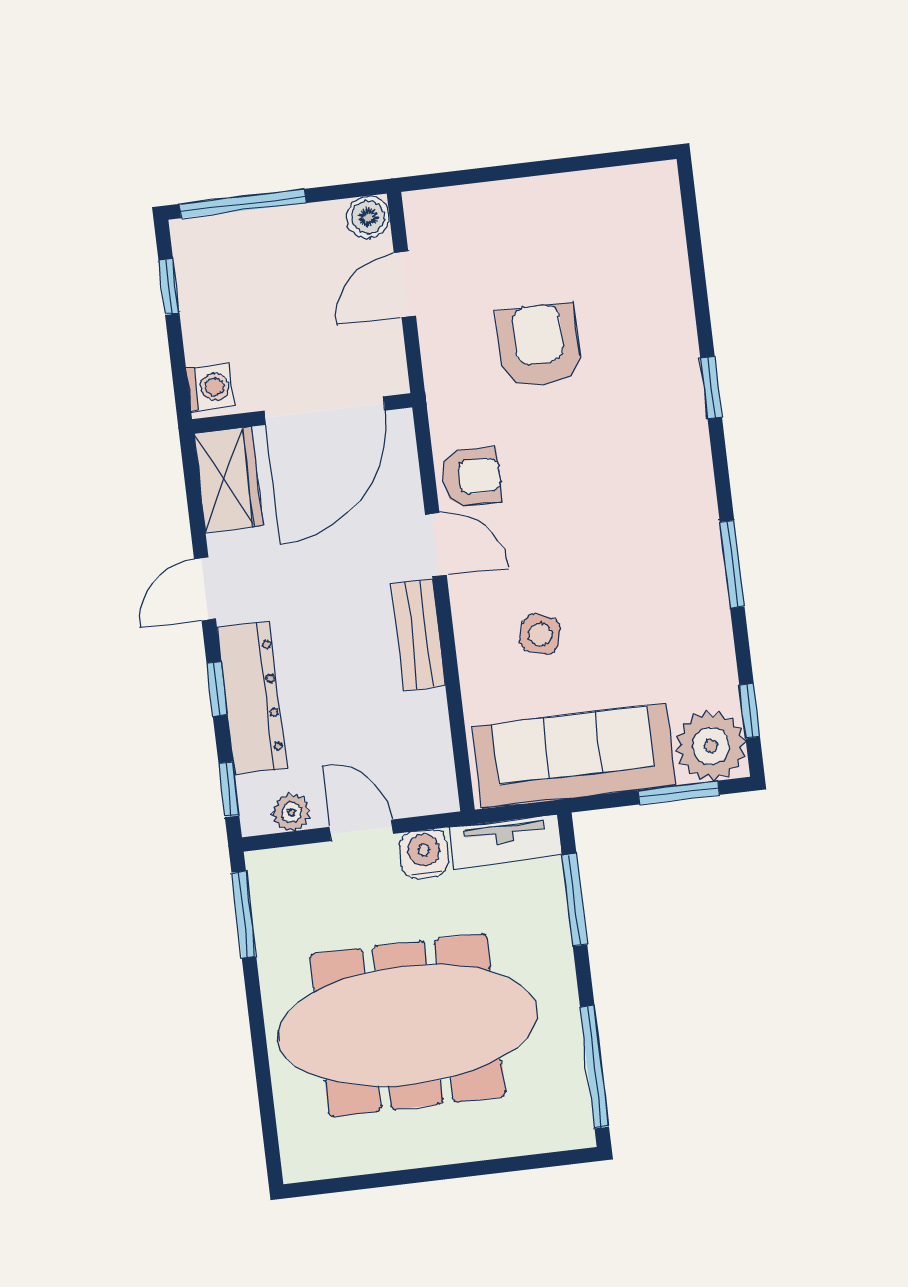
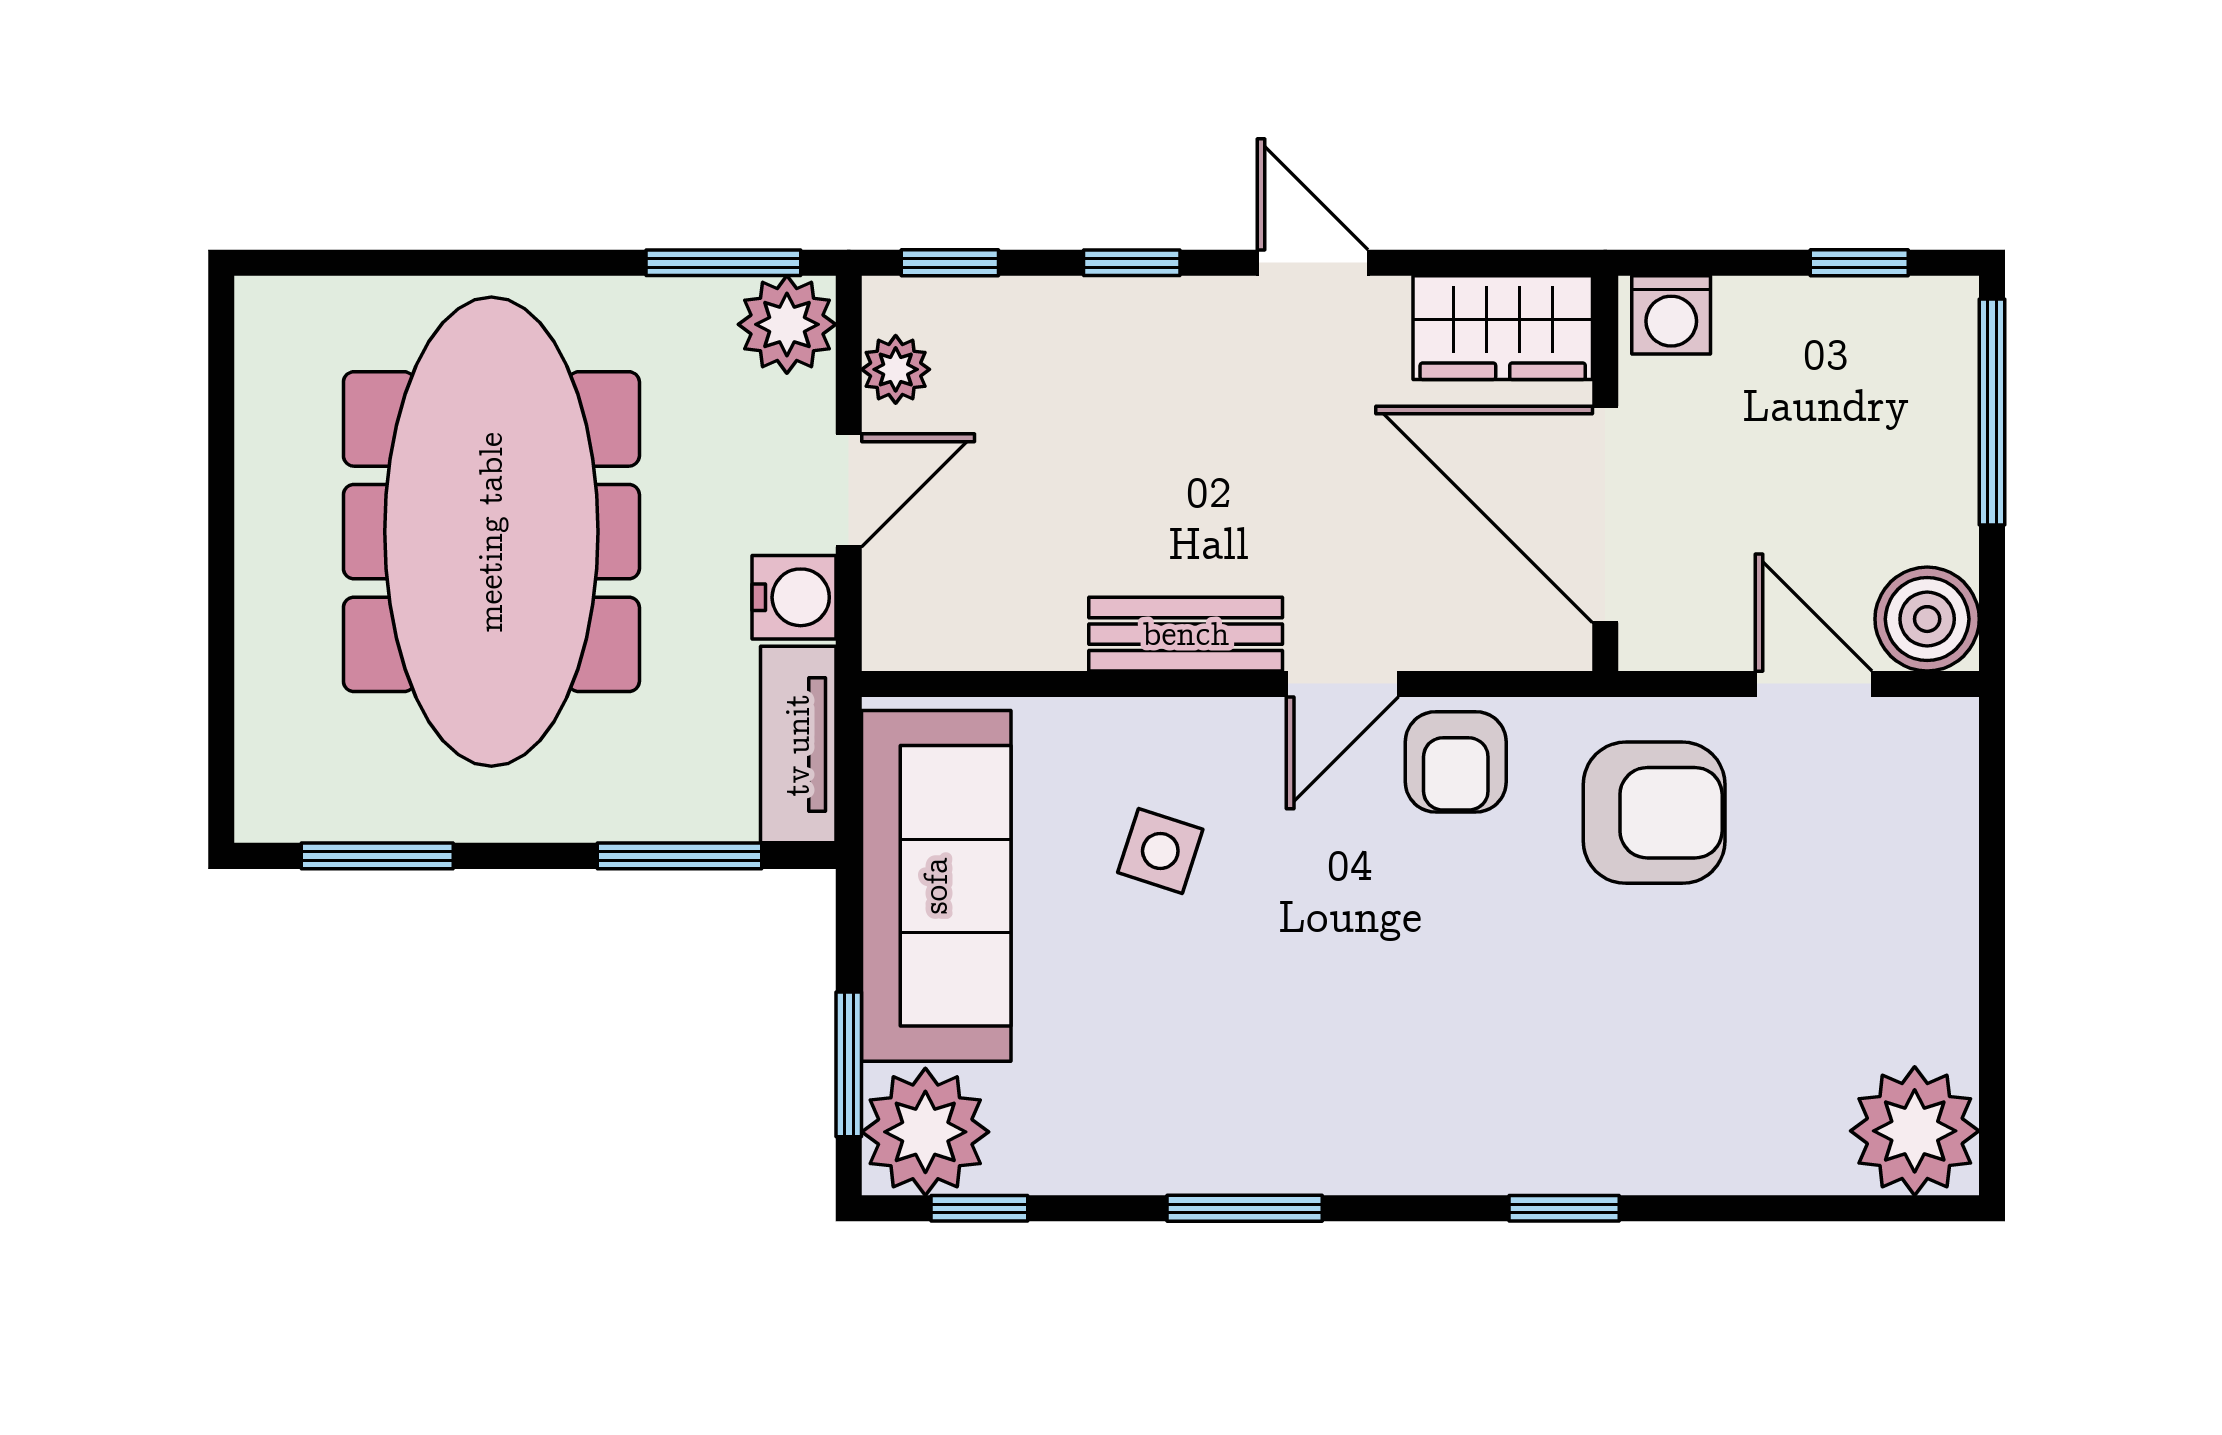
plant: (645, 199) -> (1915, 1131), added
boiler: (368, 217) -> (1927, 619), width x1.36, depth x1.36
armchair: (539, 346) -> (1654, 813), moved
dresser: (252, 698) -> (1109, 323), removed
plant: (274, 875) -> (787, 324), added
window: (594, 1067) -> (377, 856), width x0.69

